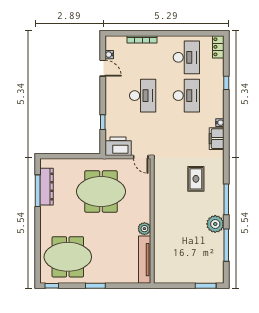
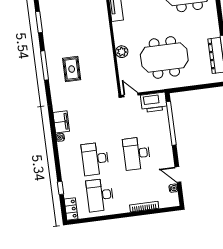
window: (226, 83) -> (60, 188), moved
window: (103, 122) -> (171, 123), width x3.17
rug: (196, 179) -> (72, 69), moved
plant: (215, 224) -> (52, 41), removed
plant: (144, 229) -> (122, 52), moved
window: (226, 245) -> (39, 22), width x0.69

